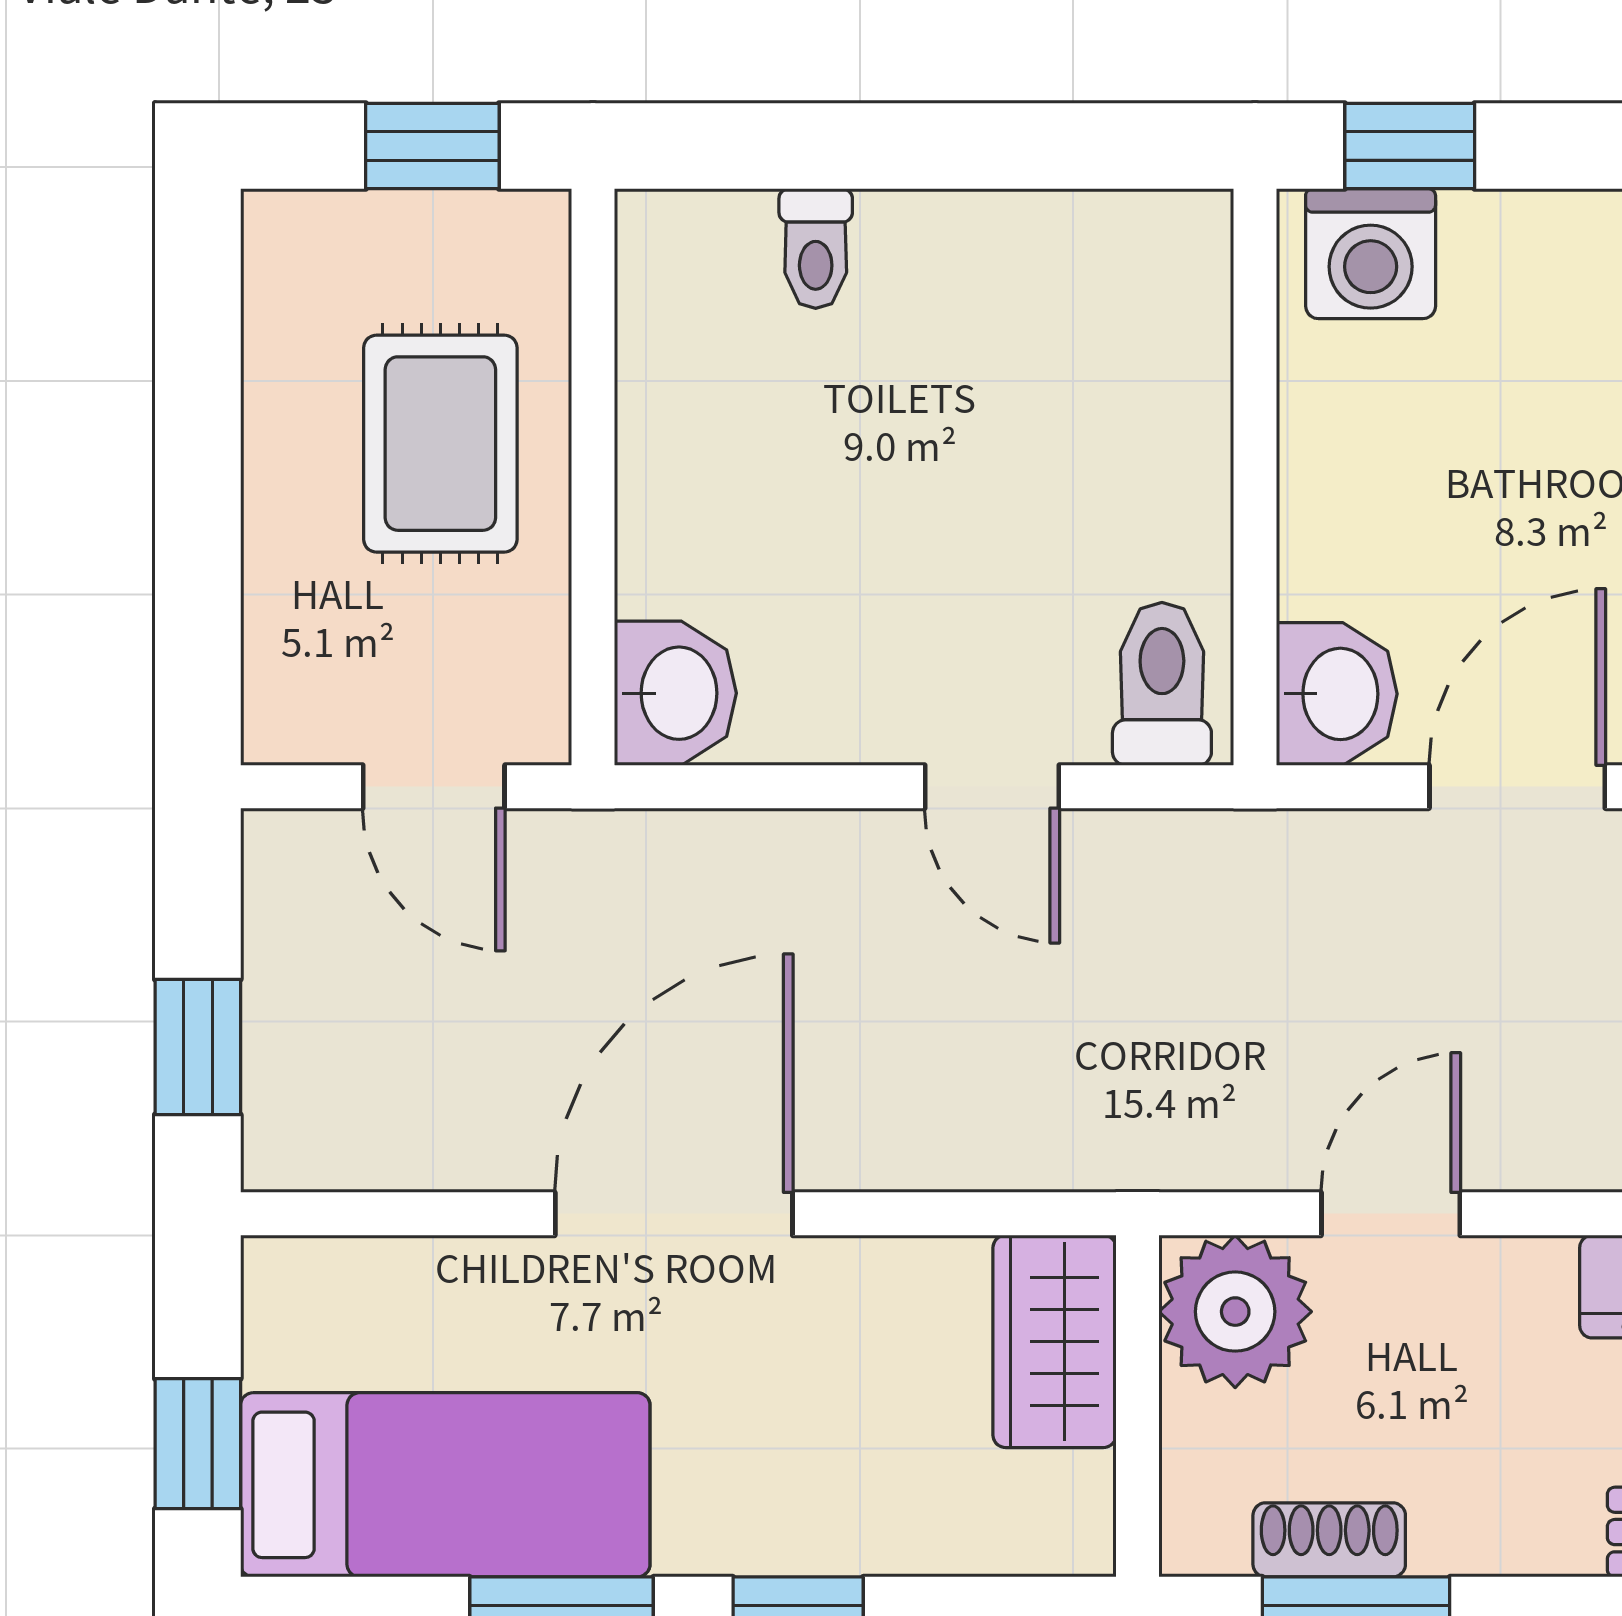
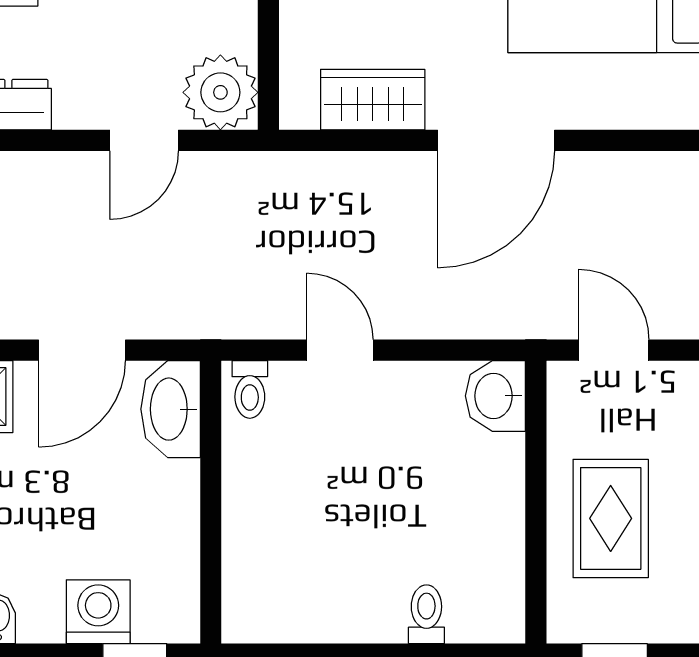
washing machine: (1371, 254) -> (98, 612), moved
toilet: (1162, 684) -> (250, 389), width x0.73, depth x0.72
washbasin: (1337, 694) -> (171, 409), width x1.38
wardrobe: (1055, 1341) -> (373, 100), moved, turned -90

